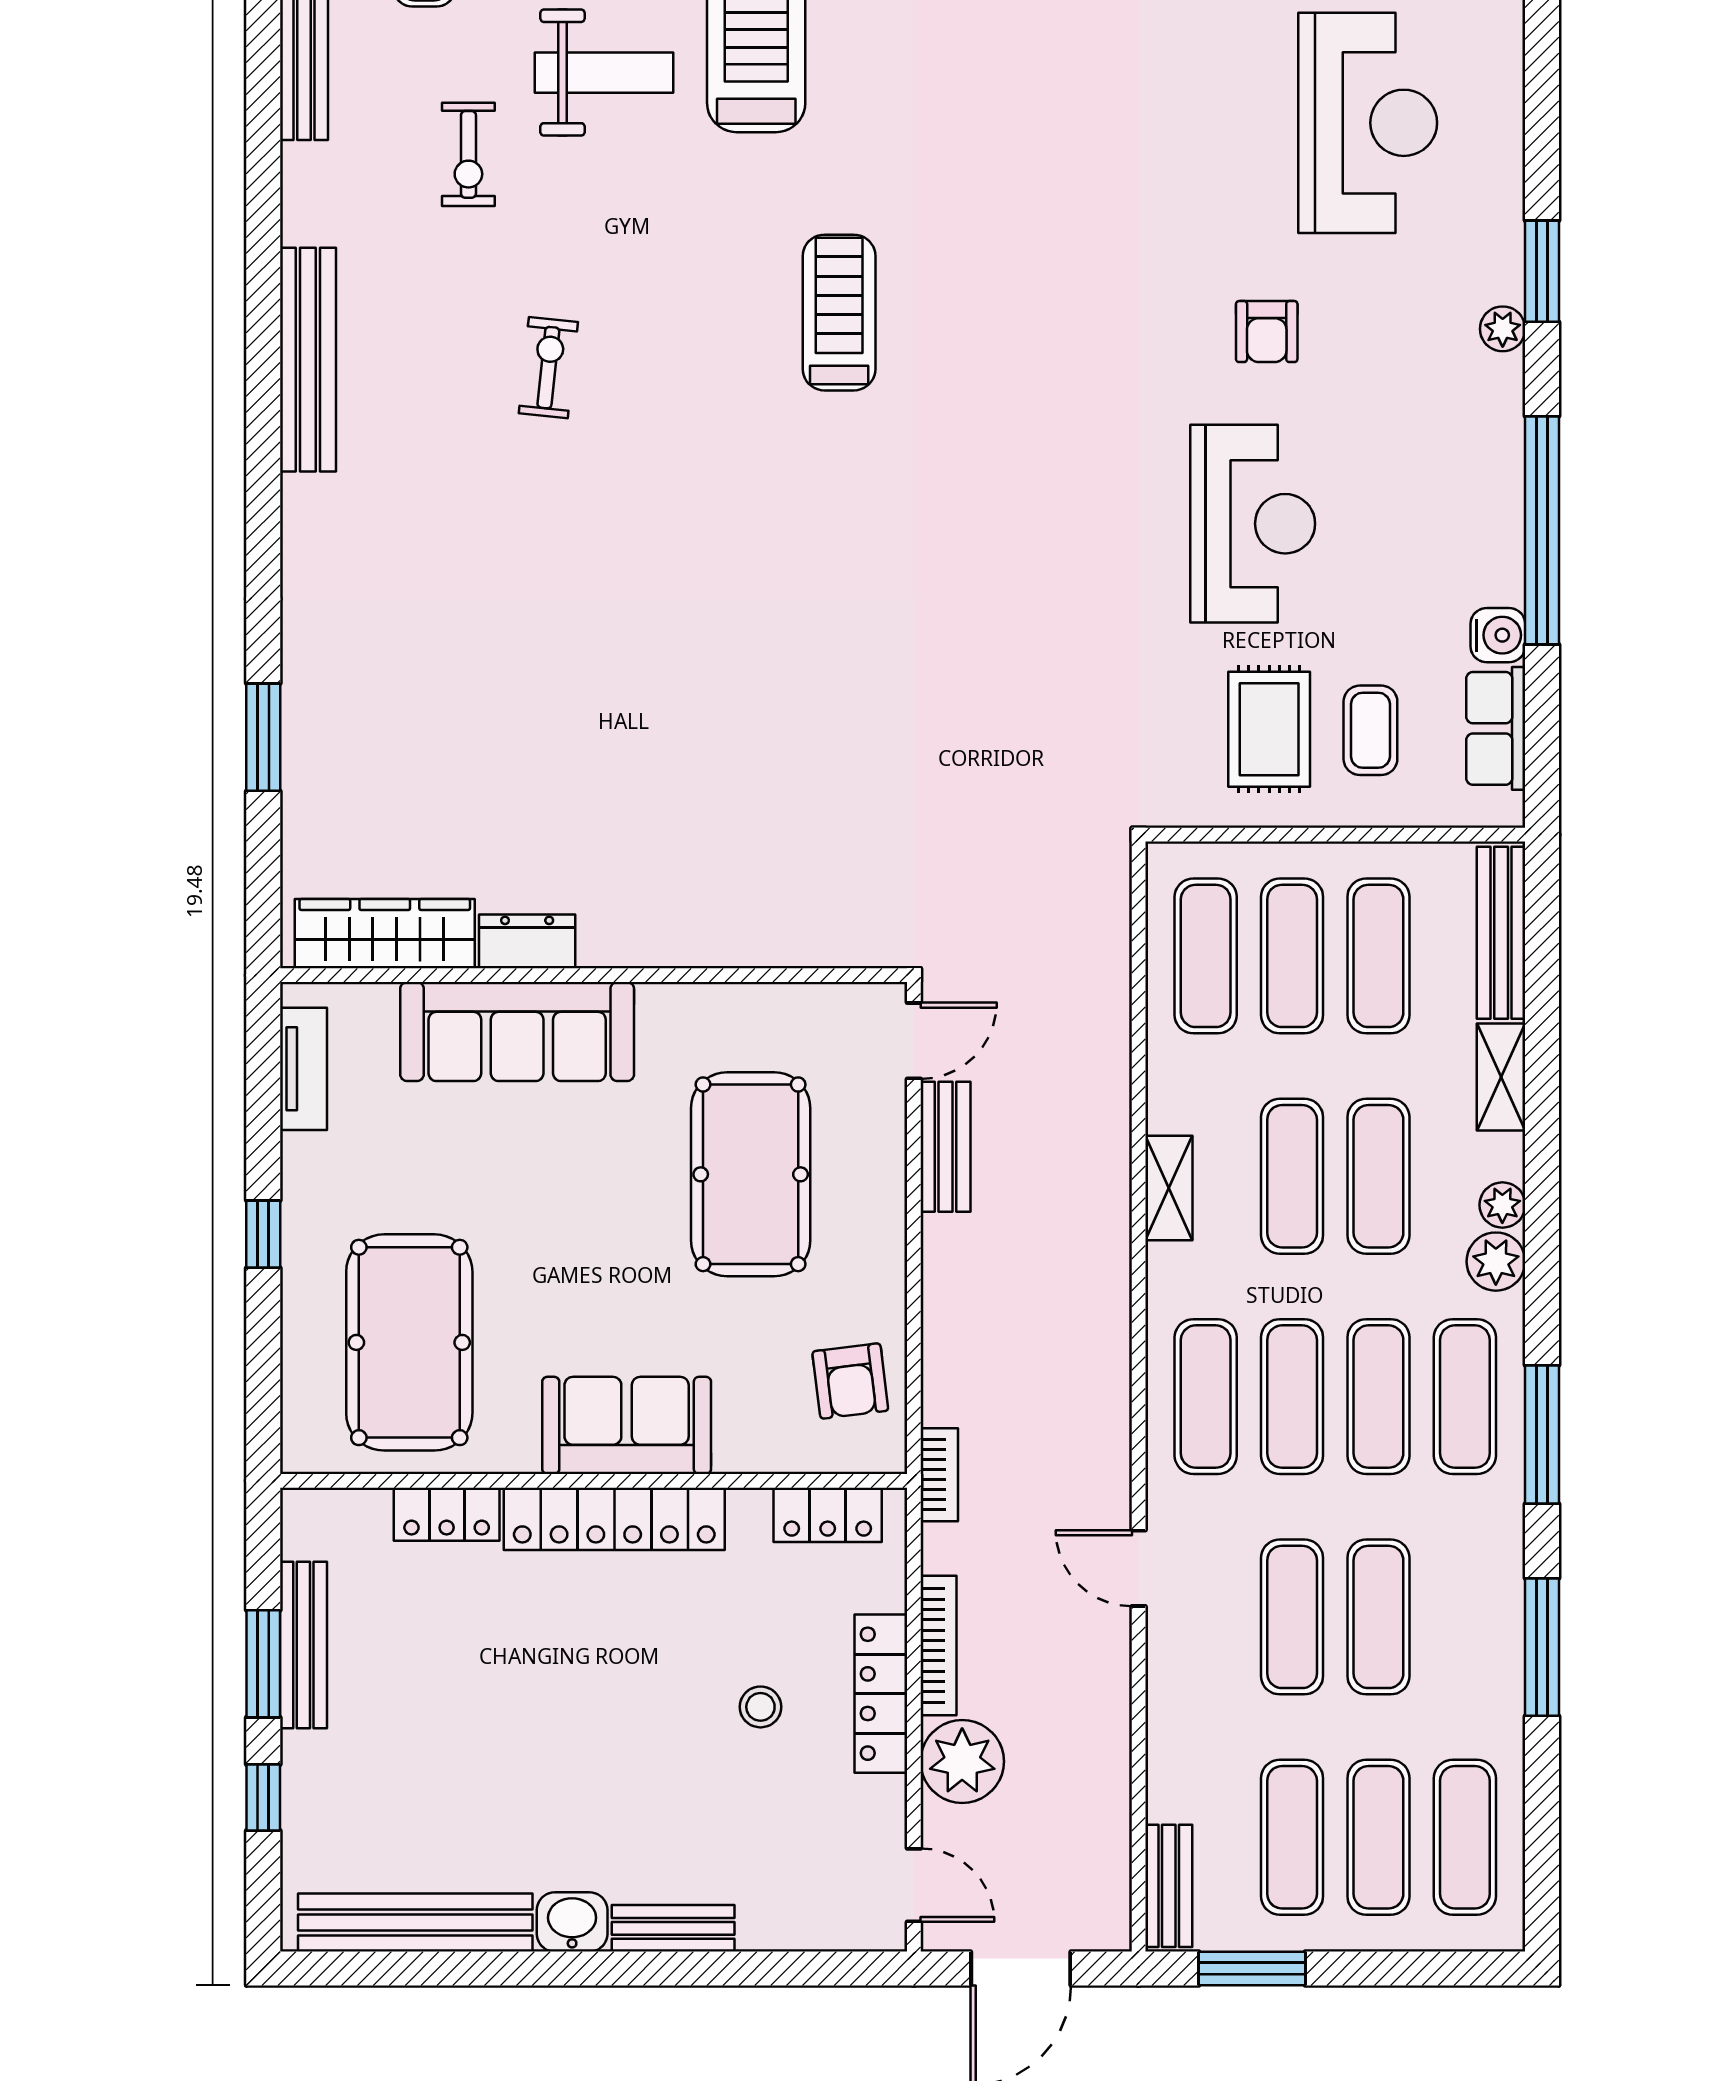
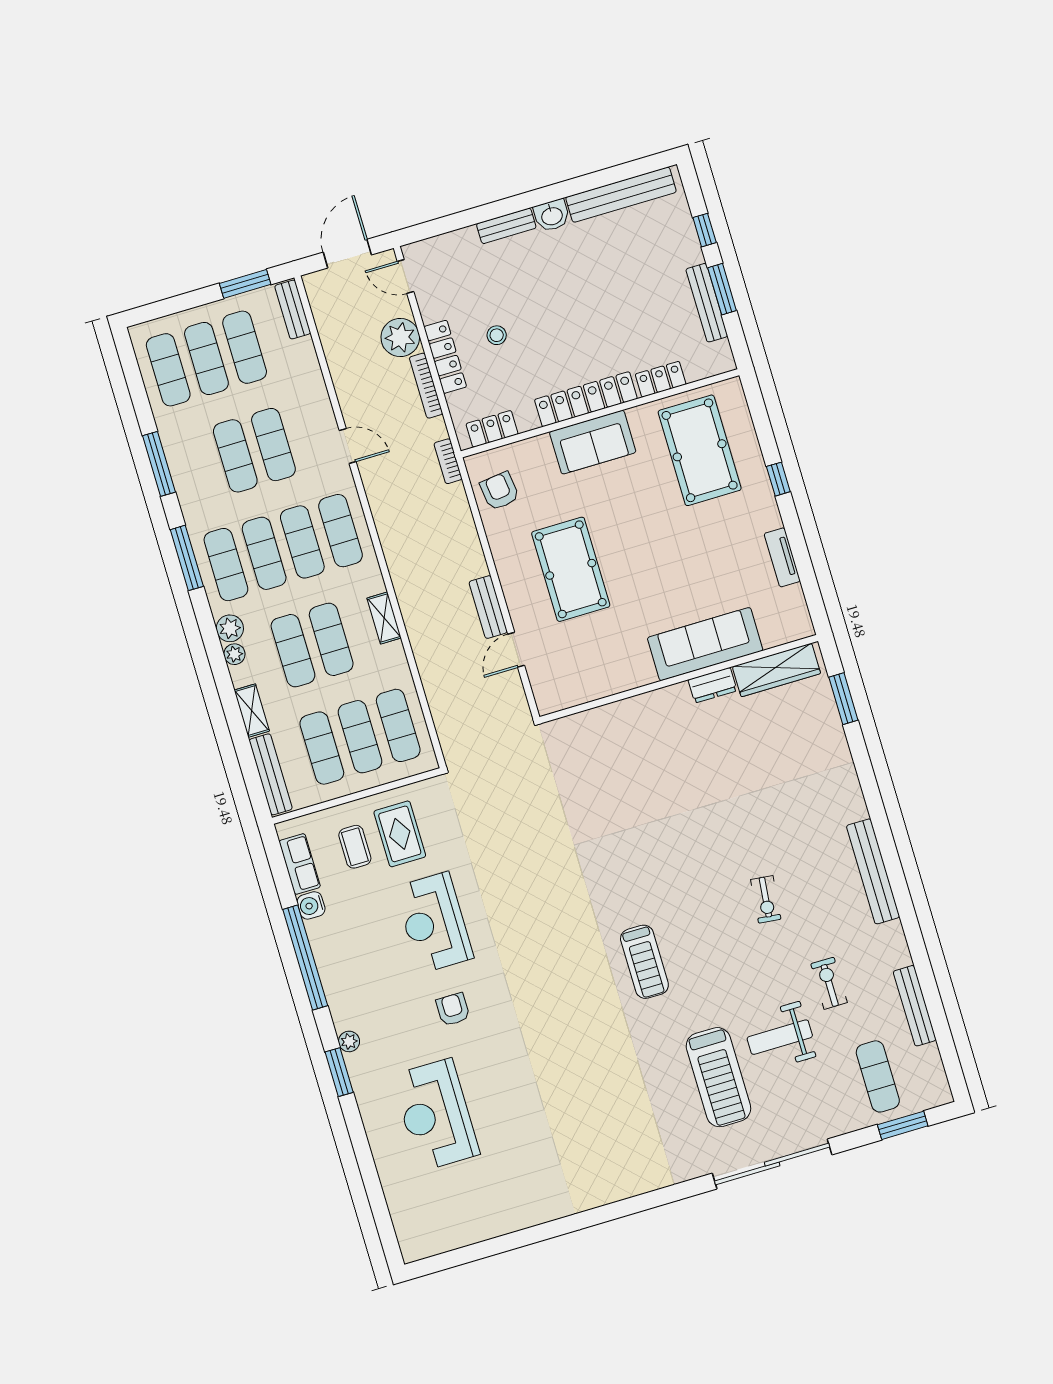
wardrobe: (385, 934) -> (776, 670), moved
dresser: (527, 941) -> (713, 685), moved
wall: (594, 975) -> (679, 679), moved
sofa: (517, 1032) -> (705, 644), moved

